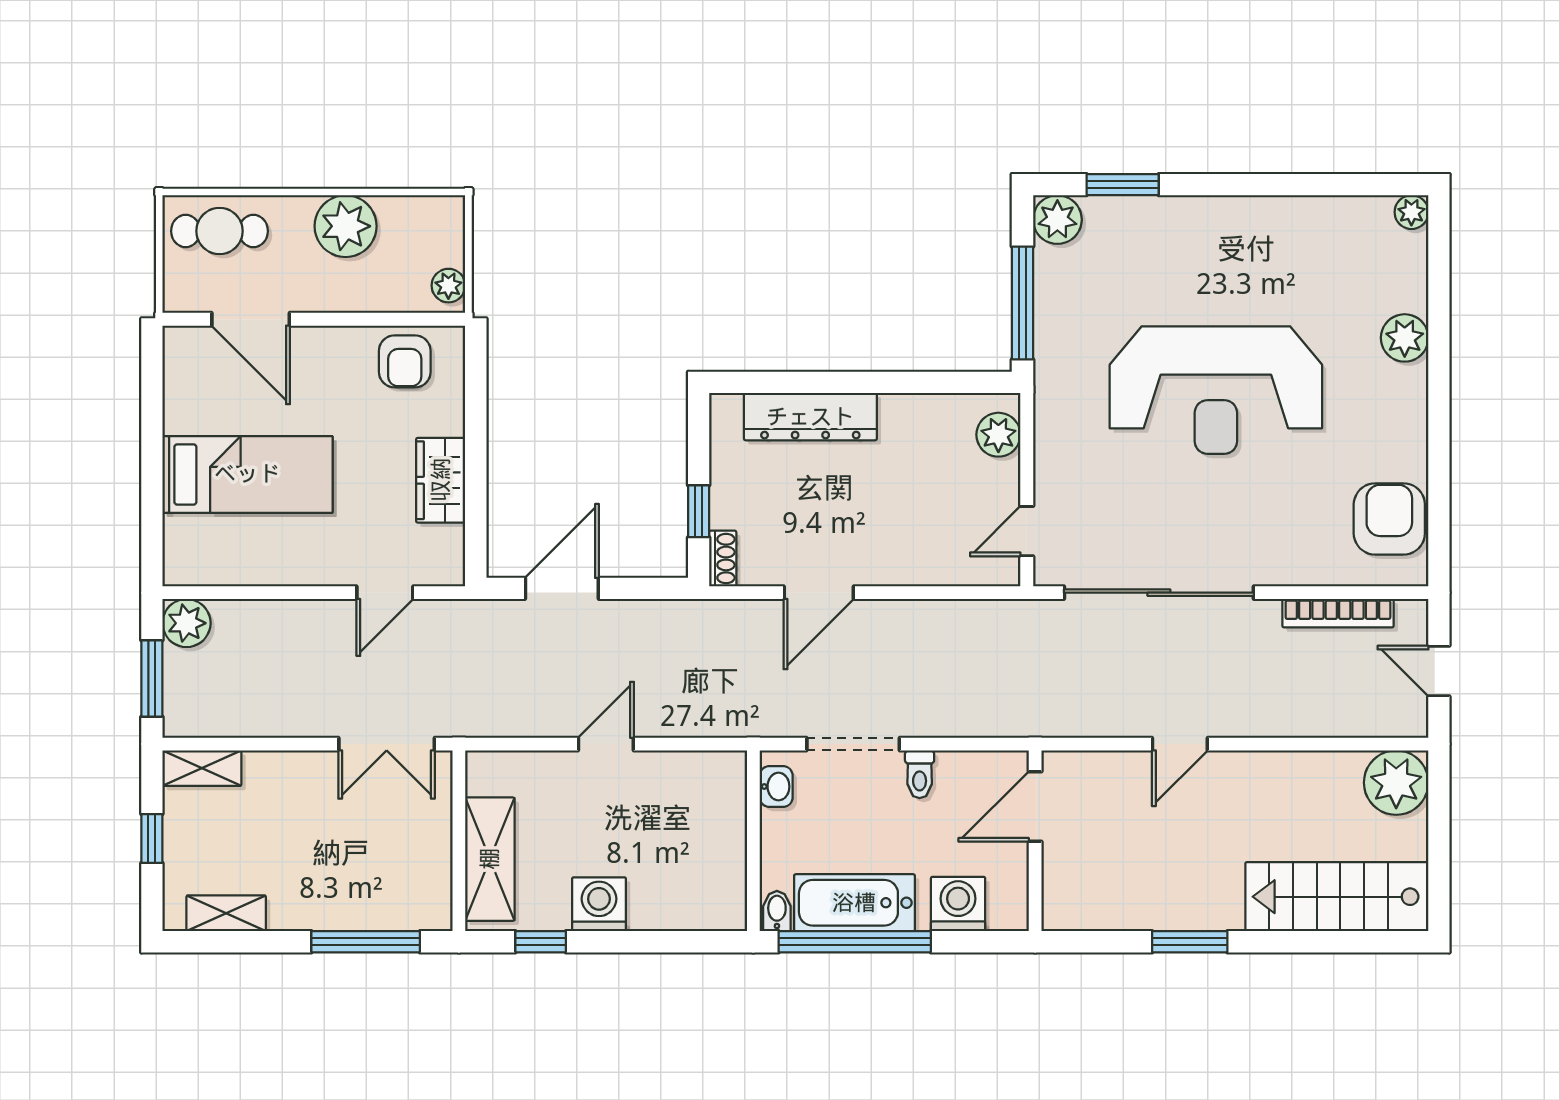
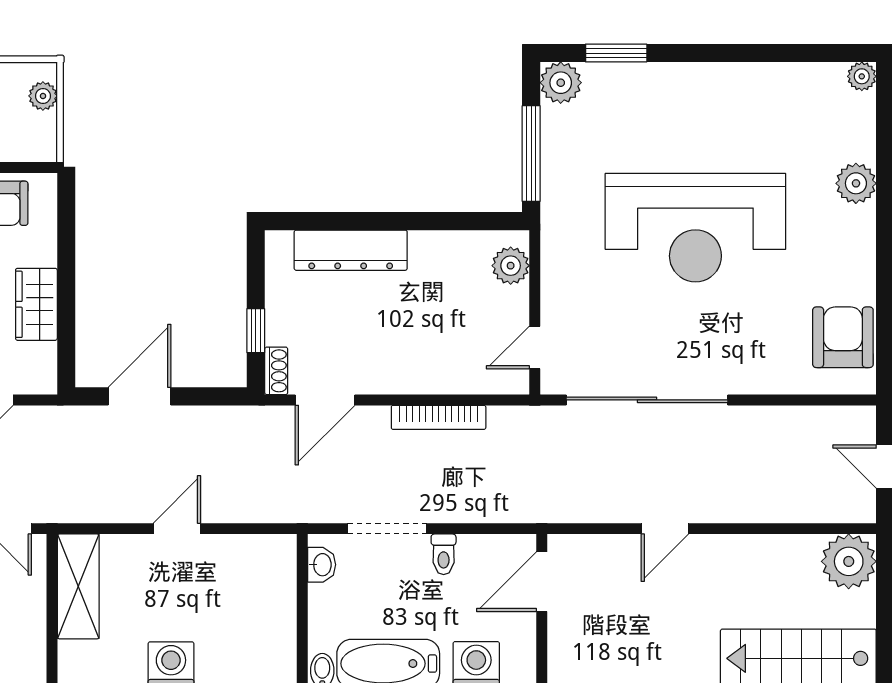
plant: (448, 286) -> (43, 96), moved
door: (819, 593) -> (325, 400), moved
bookcase: (1338, 613) -> (439, 417), moved
shelving: (490, 859) -> (78, 586), moved

